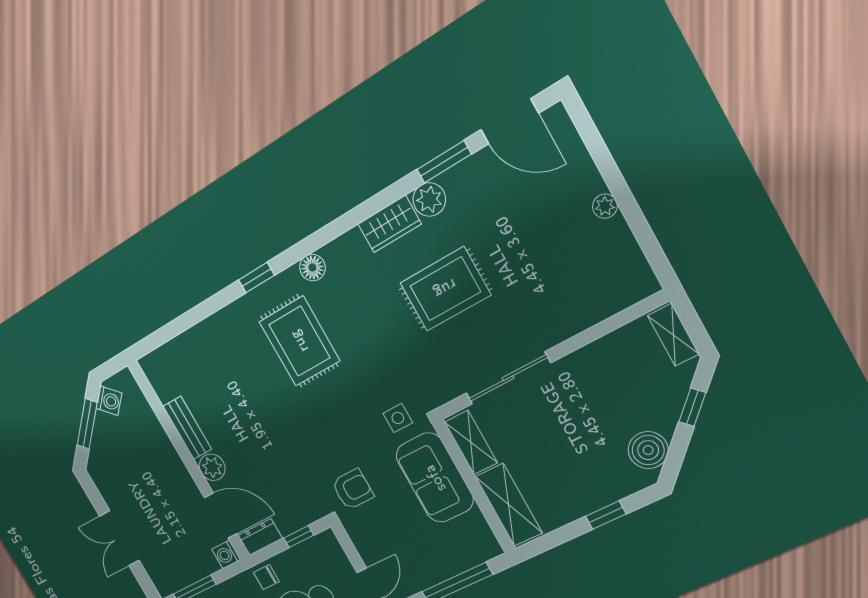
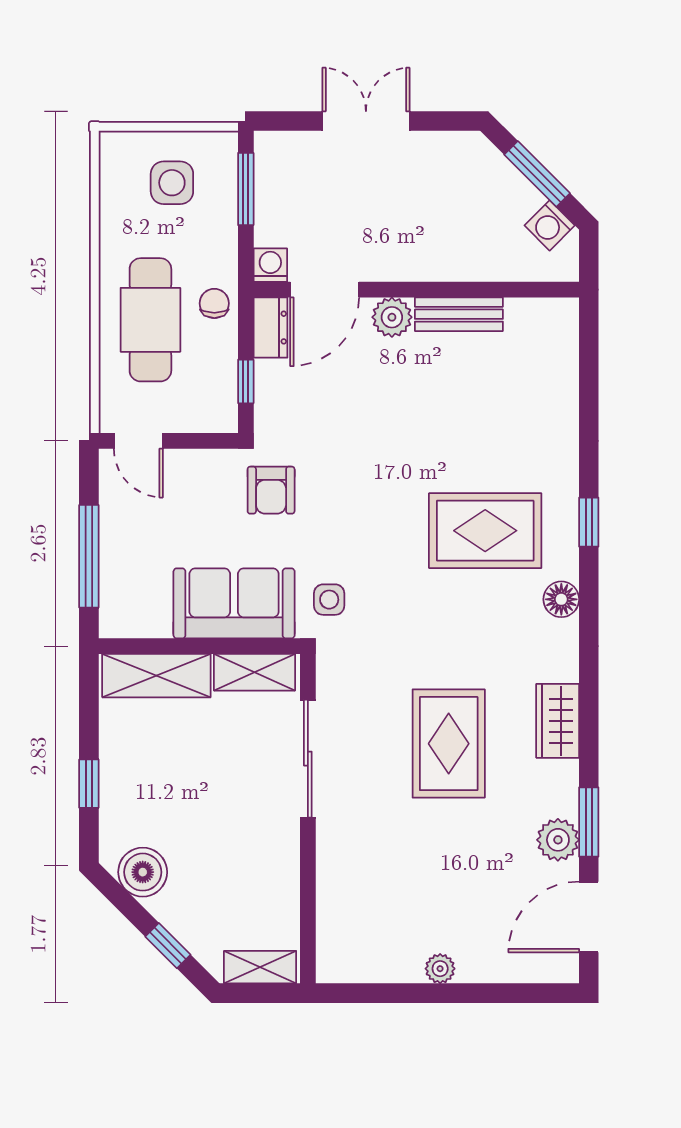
plant: (429, 200) -> (558, 840), moved

